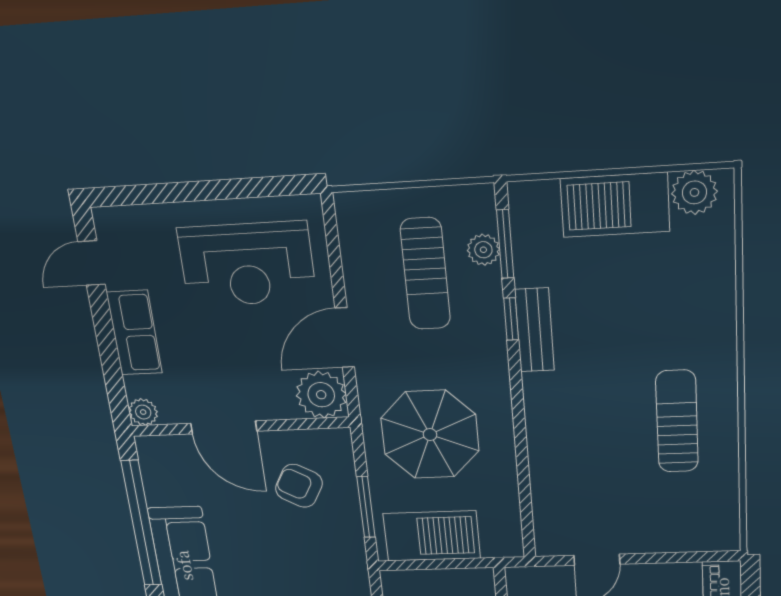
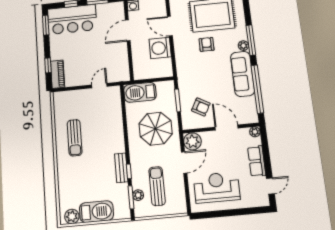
barbecue: (432, 536) -> (140, 92), moved

